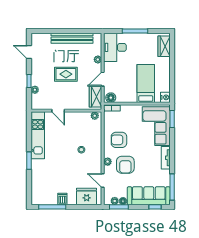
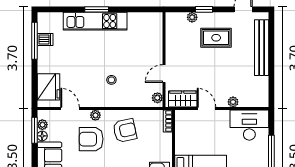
bench: (72, 38) -> (262, 48), moved
rug: (66, 74) -> (216, 38), moved, turned 90
floor lamp: (111, 98) -> (182, 119), removed
door: (58, 111) -> (164, 74), moved
kitchen unit: (38, 135) -> (95, 21), moved
armchair: (119, 140) -> (125, 131), turned 78
door: (103, 181) -> (70, 109), hinge flipped
dishwasher: (62, 199) -> (45, 40), moved

